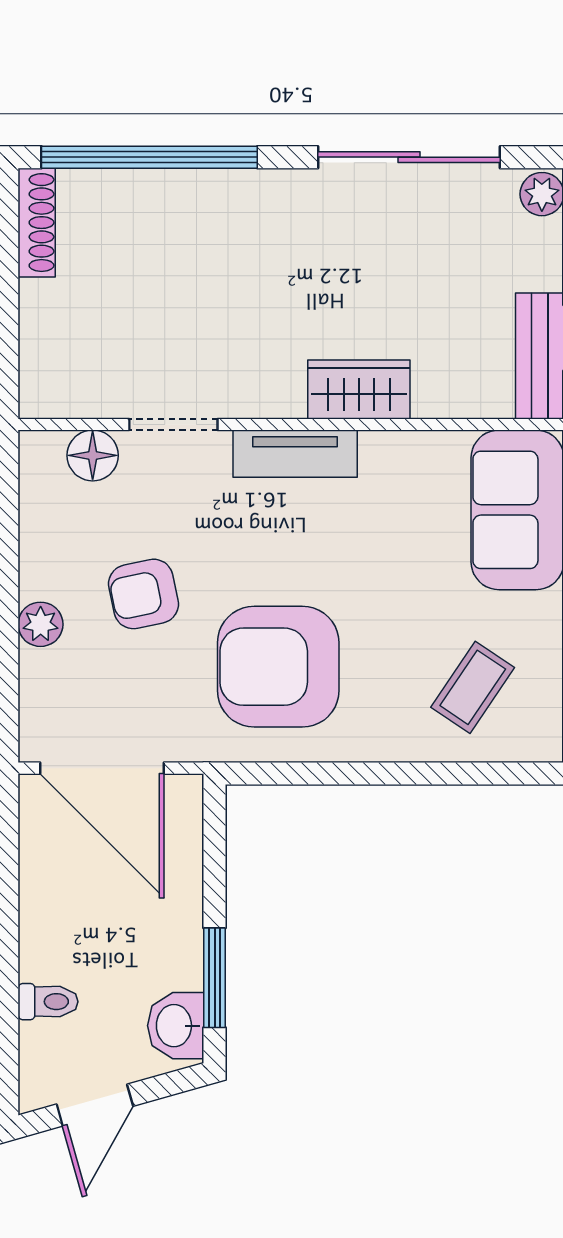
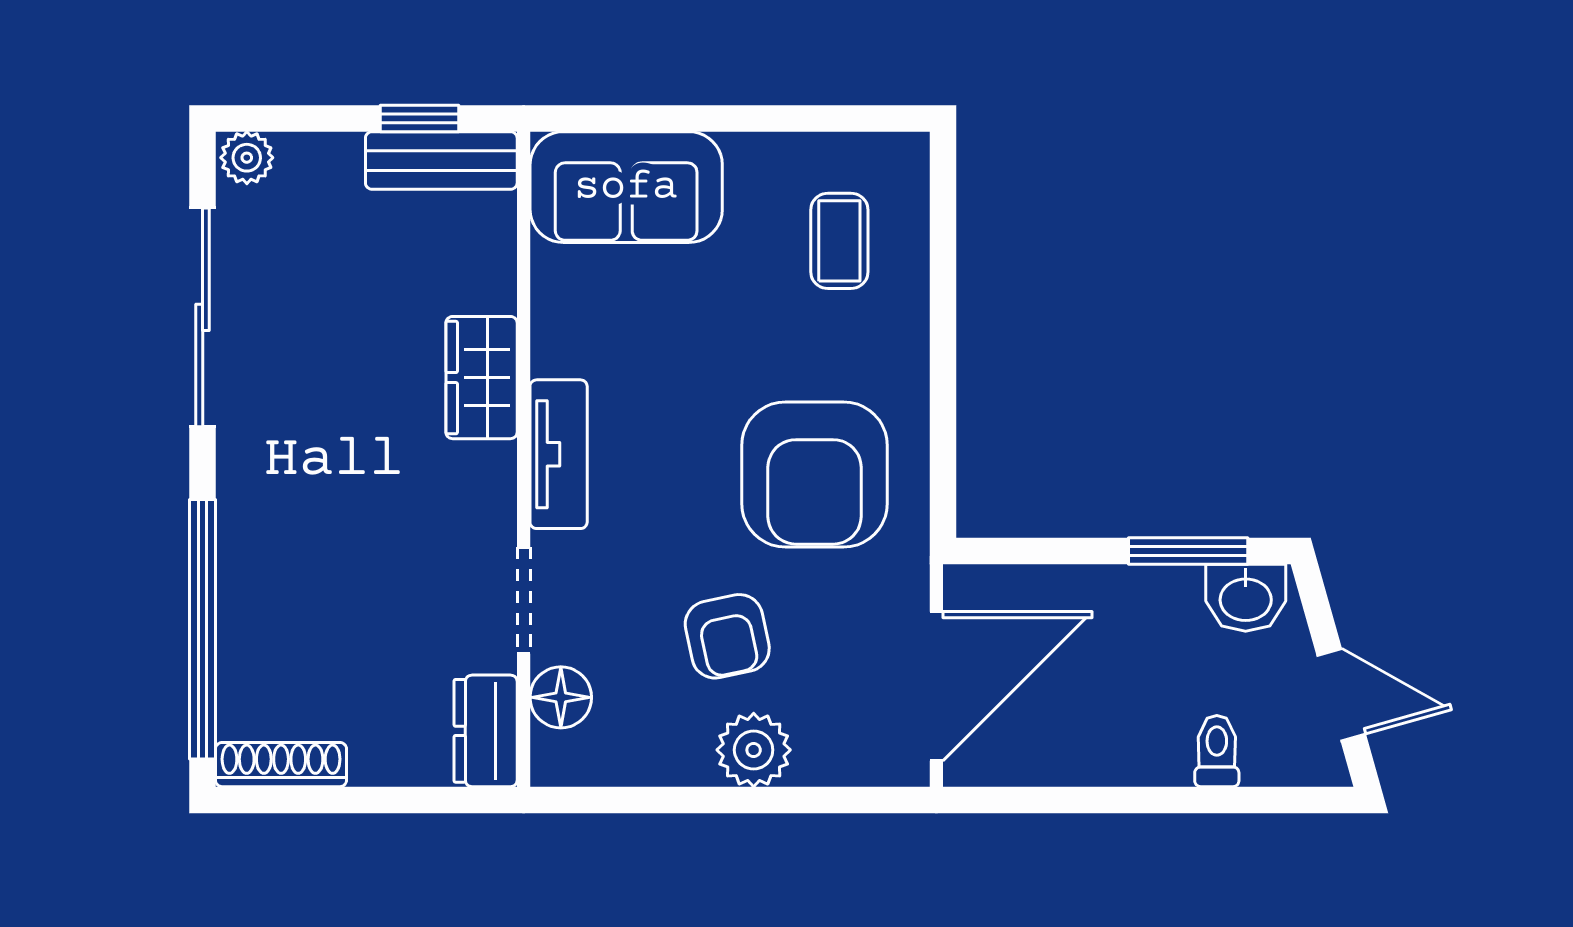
dresser: (65, 393) -> (486, 731), added
plant: (41, 624) -> (754, 750), width x1.38, depth x1.38
coffee table: (473, 687) -> (839, 241), turned 56

